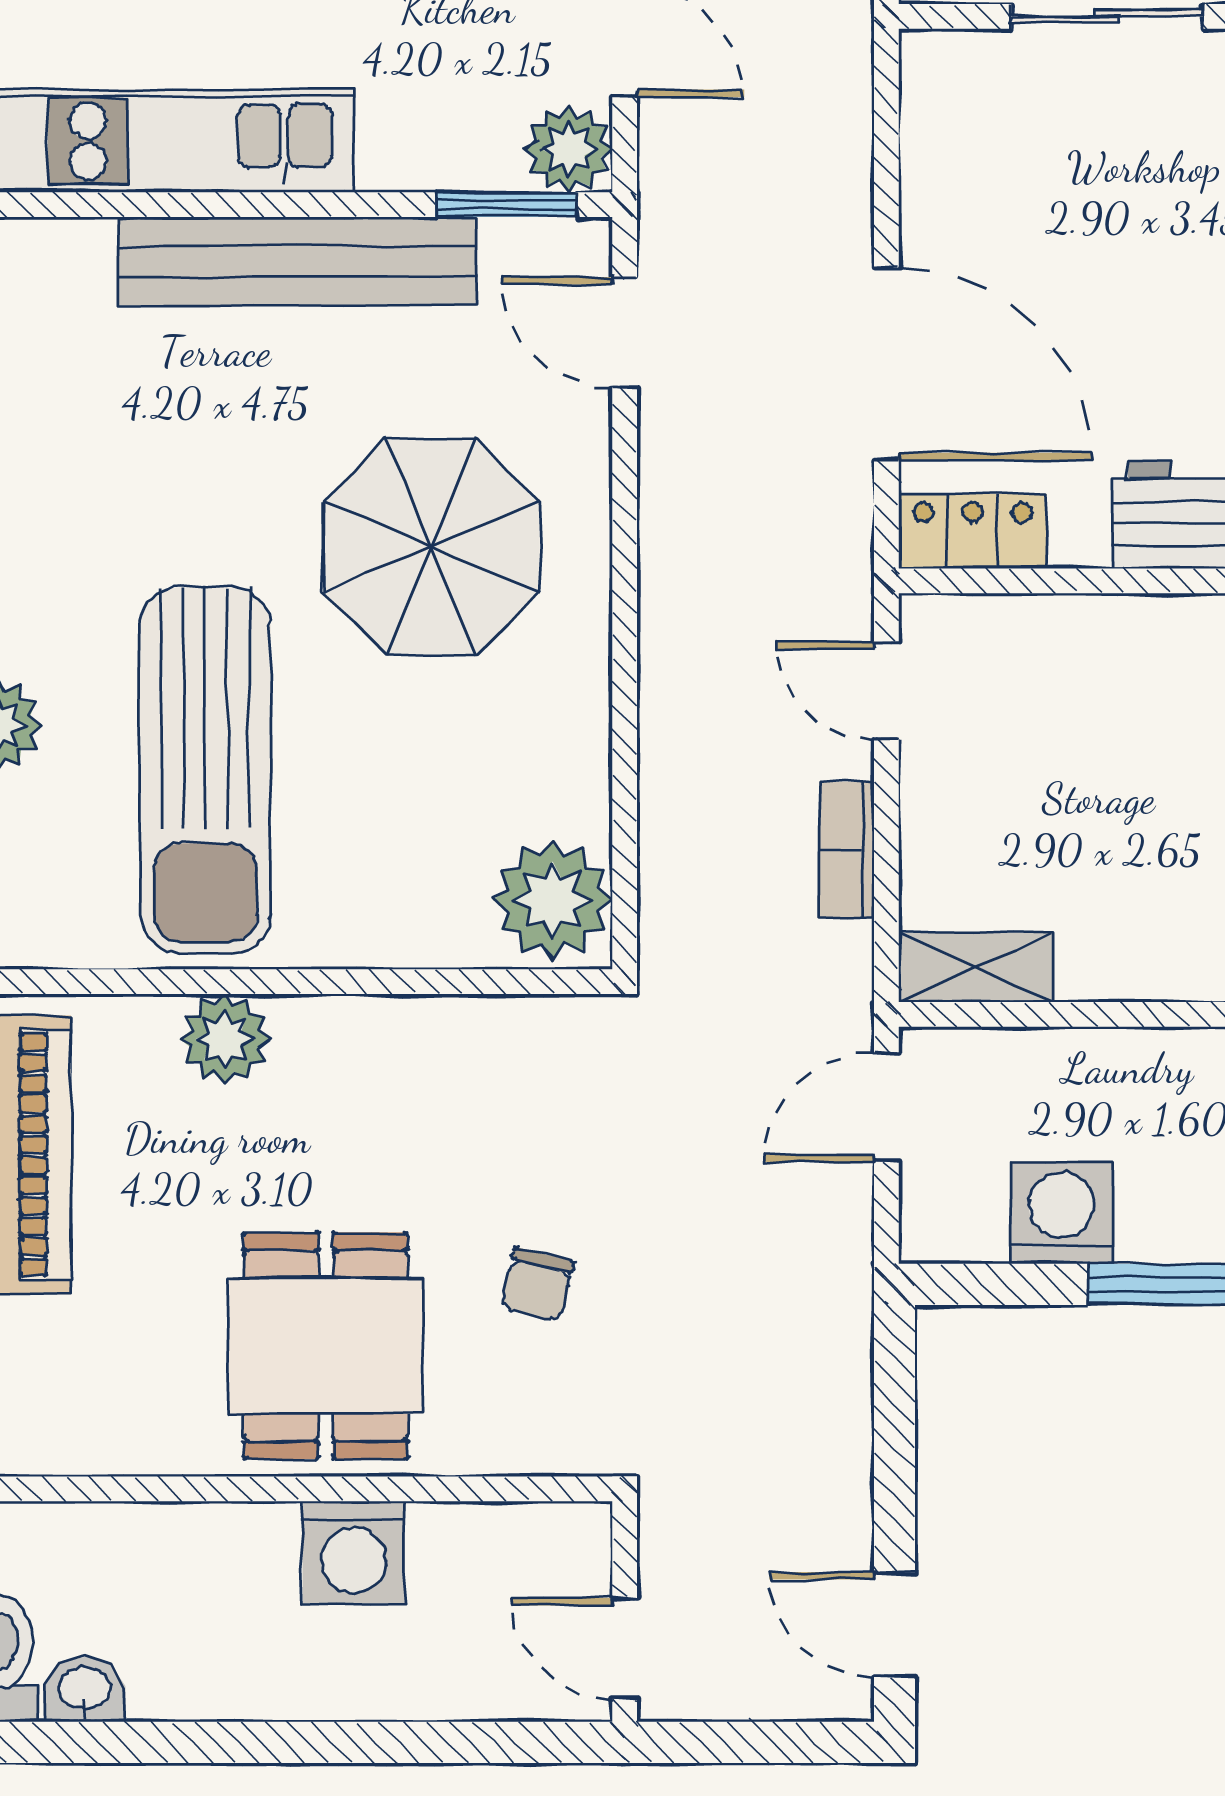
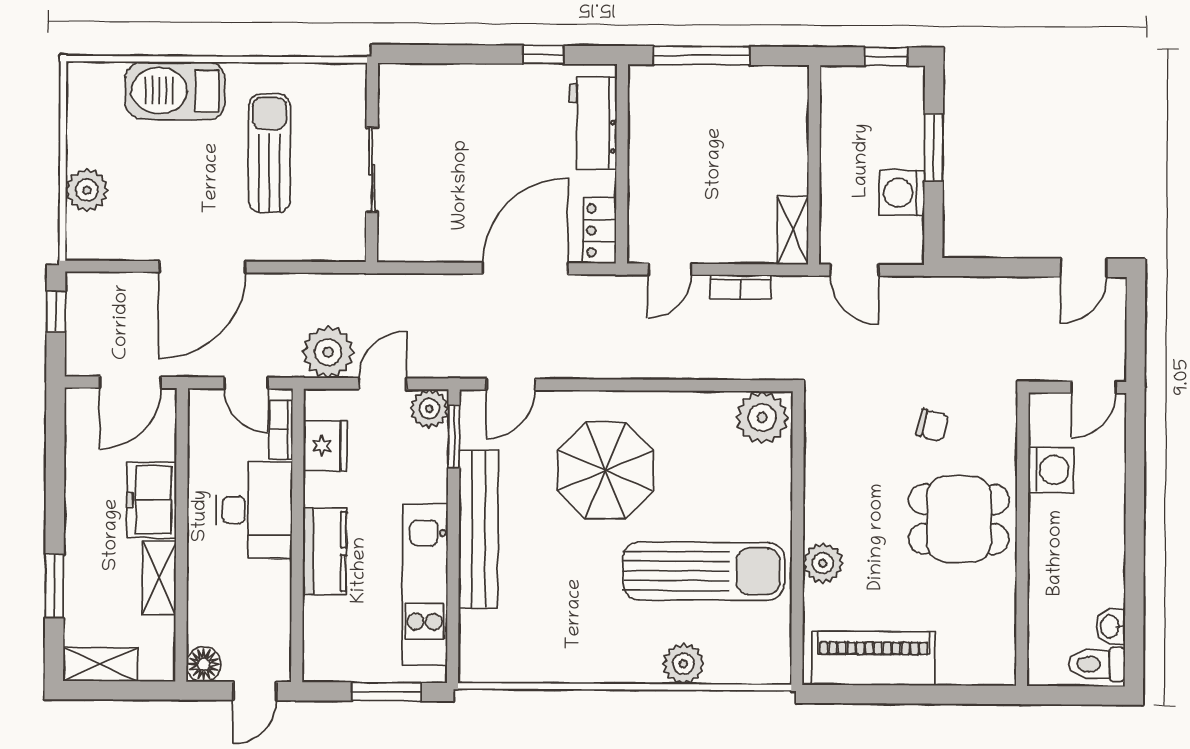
washing machine: (354, 1552) -> (1051, 470), moved

